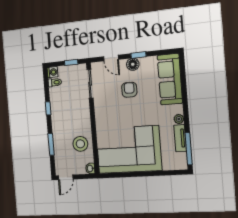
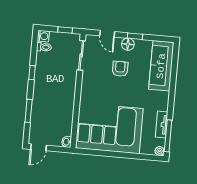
plant: (179, 119) -> (159, 151), moved
stool: (80, 144) -> (60, 115), removed

